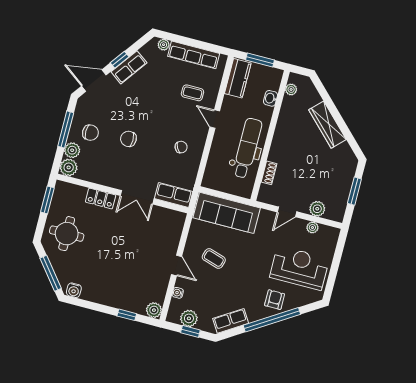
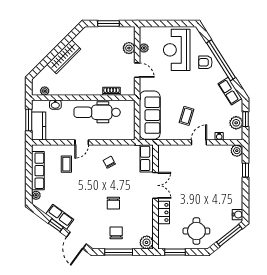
kitchen counter: (238, 78) -> (39, 126), moved, turned 90
plant: (72, 150) -> (133, 243), removed

